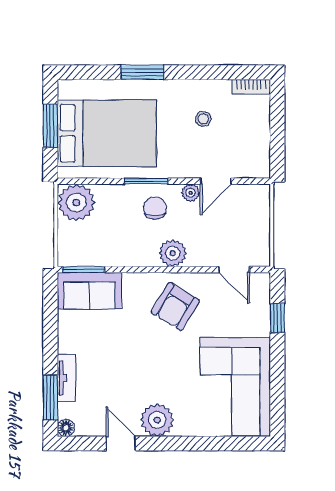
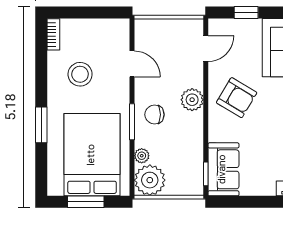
stool: (203, 119) -> (80, 74), width x1.89, depth x1.89
plant: (191, 193) -> (142, 156), moved
window: (84, 270) -> (206, 174), width x0.67

